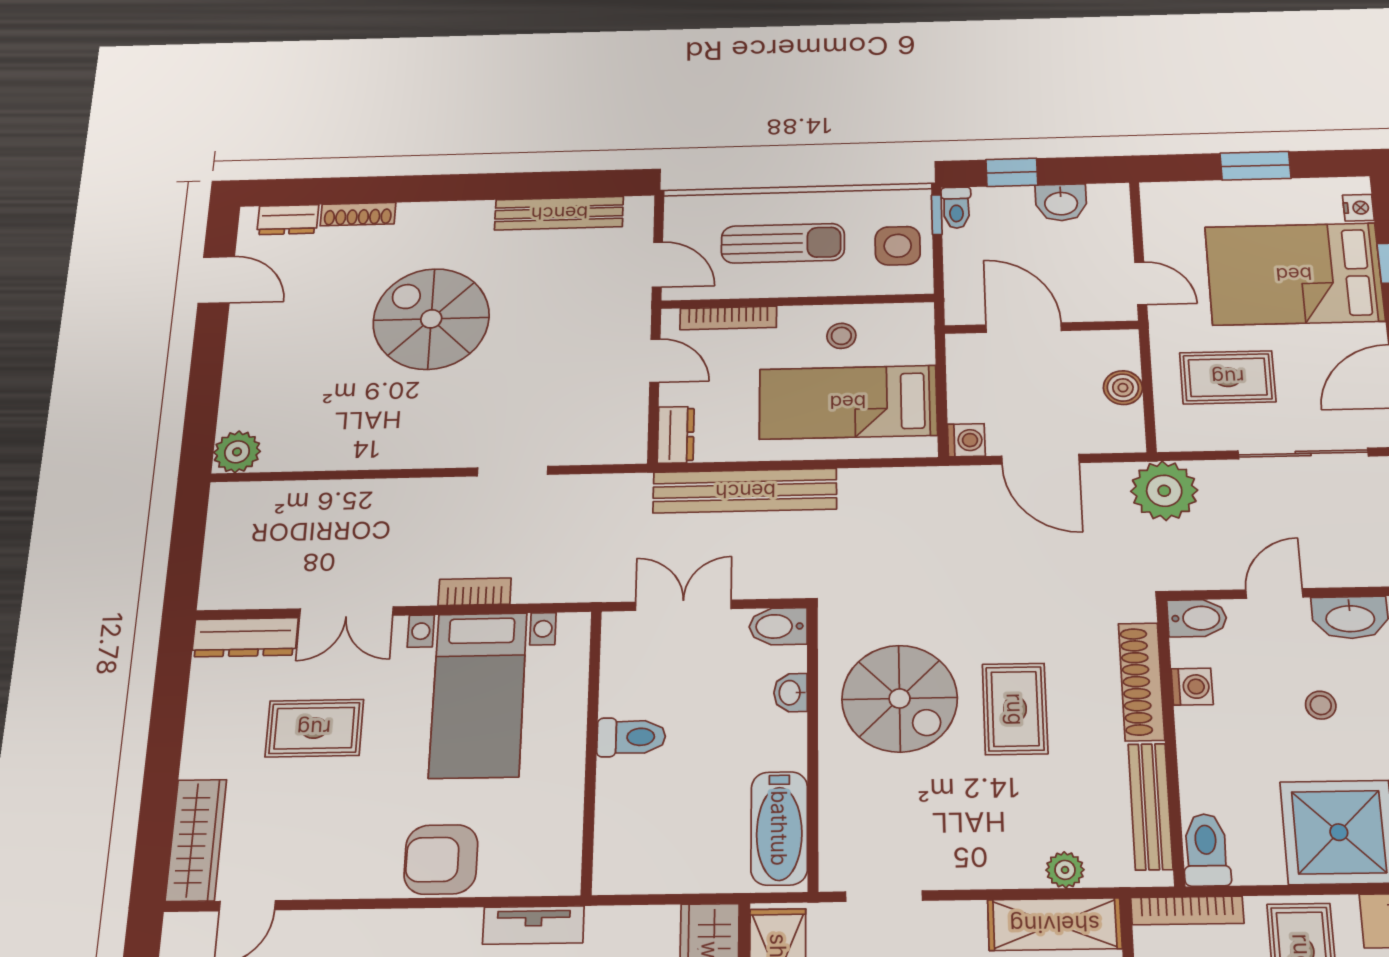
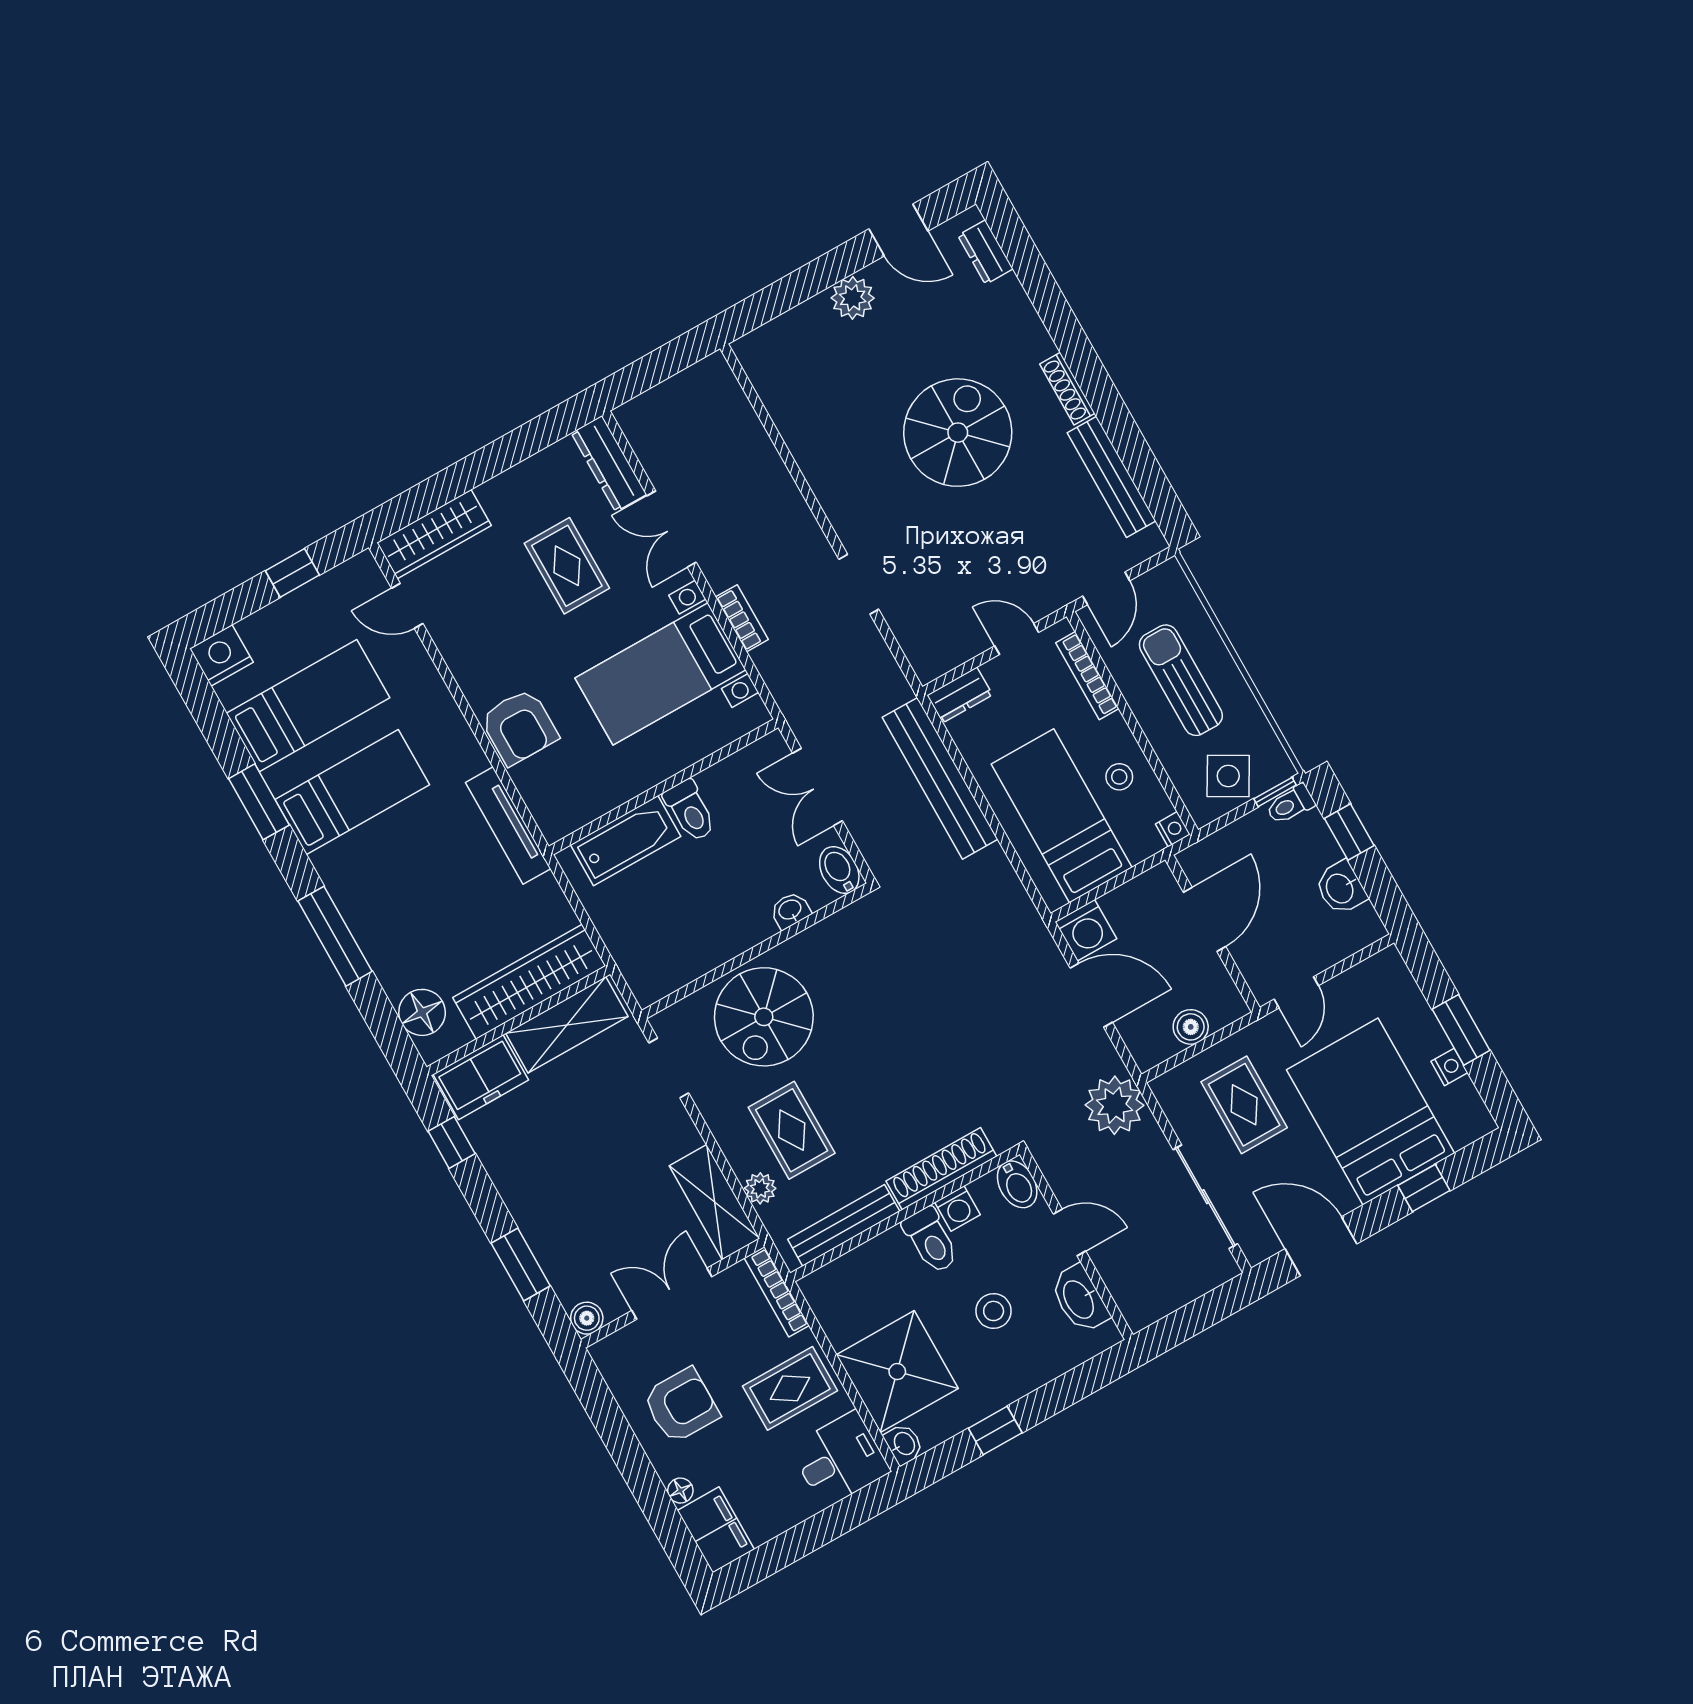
nightstand: (1358, 208) -> (1449, 1067), moved, turned -90
shoe rack: (358, 214) -> (1067, 389), moved
sun lounger: (783, 243) -> (1181, 680), turned 180
side table: (898, 246) -> (1228, 776), turned 30
door: (216, 280) -> (898, 230), hinge flipped
nightstand: (920, 314) -> (1173, 829), added
door: (655, 361) -> (1017, 639), swing flipped
washing machine: (966, 440) -> (1086, 930), width x1.38, depth x1.38
plant: (237, 452) -> (853, 298), moved
door: (1040, 459) -> (1091, 995), swing flipped
double door: (683, 605) -> (817, 787), swing flipped
spiral stairs: (900, 698) -> (764, 1017), moved
stool: (1321, 705) -> (994, 1311), width x1.37, depth x1.37
rug: (1015, 709) -> (792, 1130), moved, turned 90
bathtub: (779, 828) -> (626, 841), moved, turned 180
toilet: (1206, 850) -> (931, 1240), moved, turned 90
armchair: (441, 859) -> (519, 727), turned 180
tv unit: (533, 925) -> (508, 826), width x1.41

